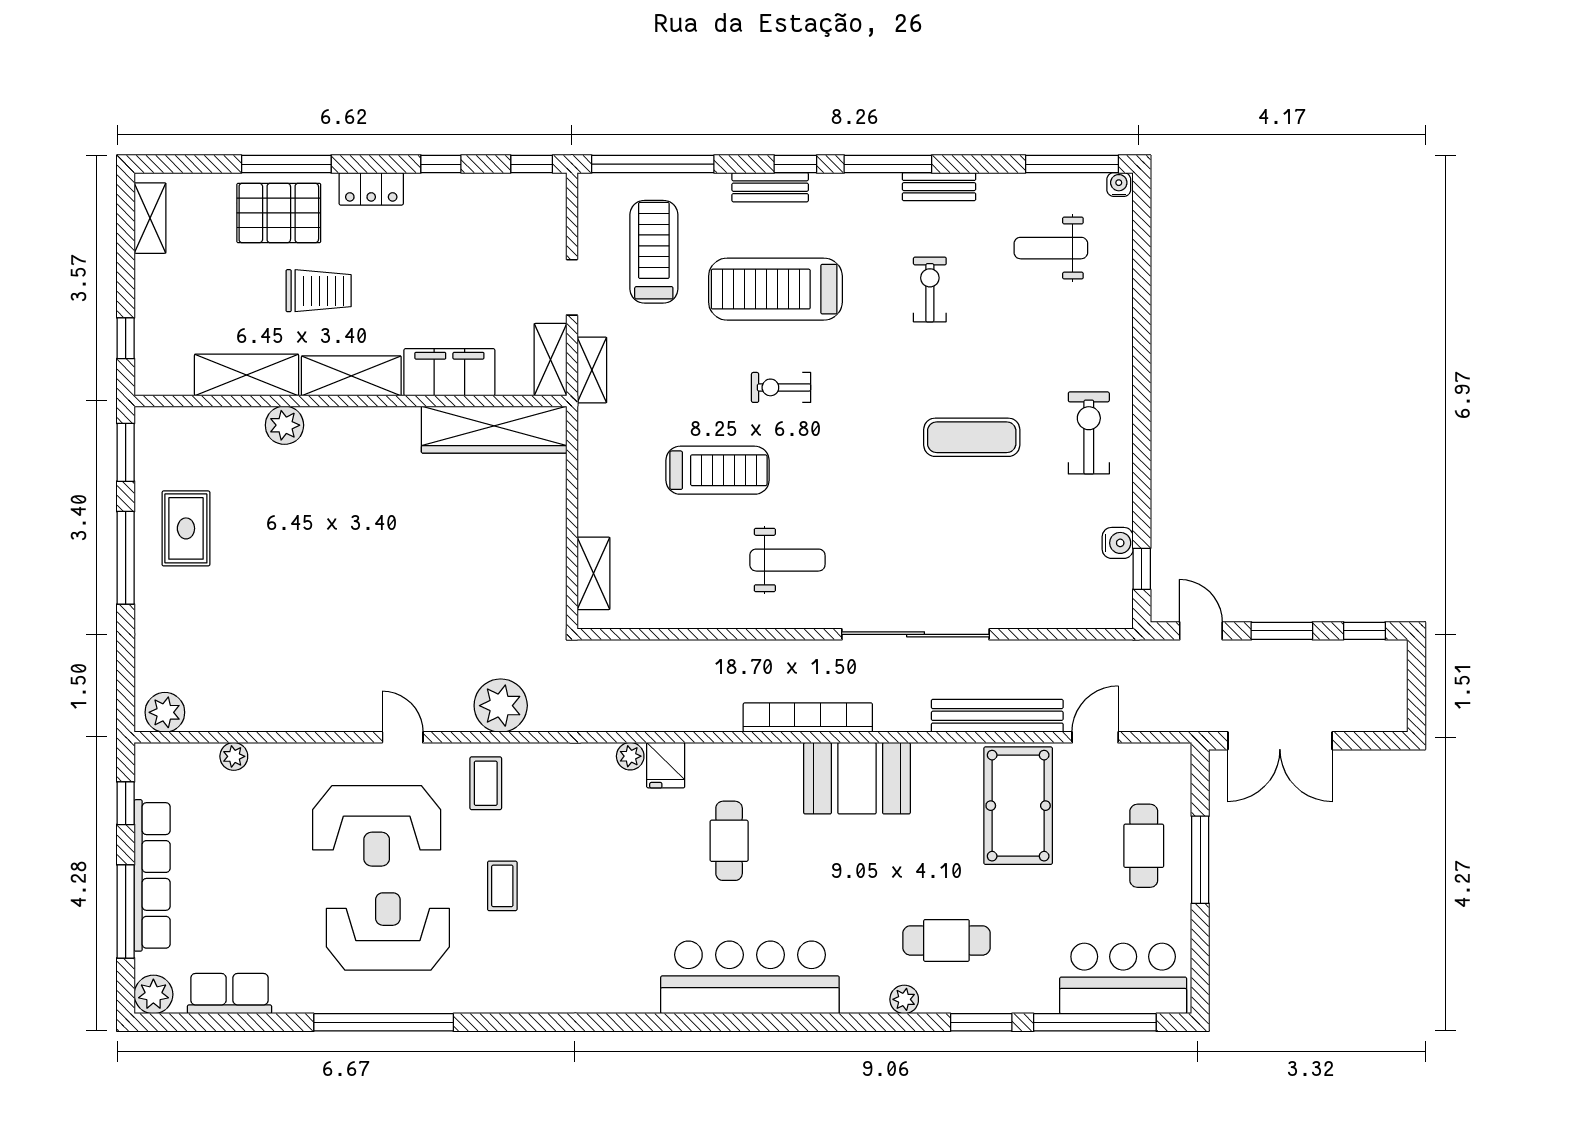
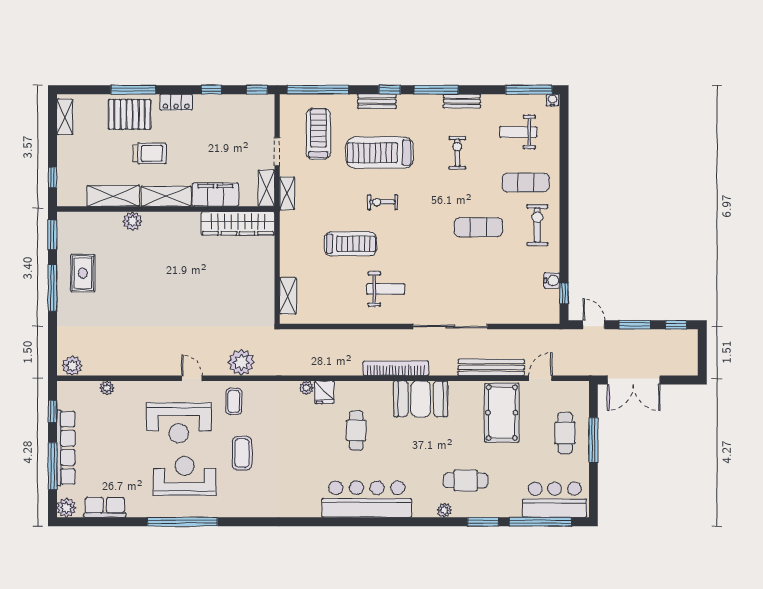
exercise mat: (1066, 348) -> (526, 183), added
coffee table: (502, 886) -> (242, 453), width x1.36, depth x1.30

